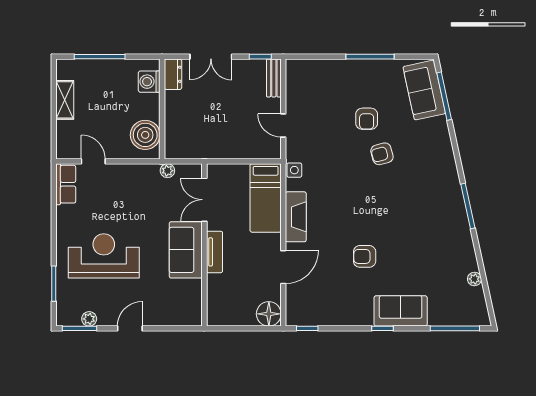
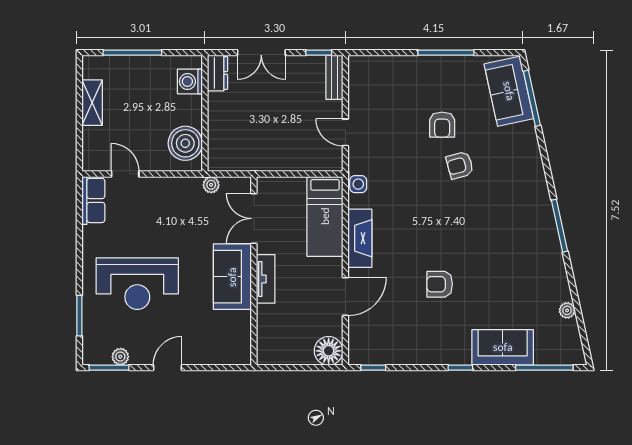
reception desk: (104, 256) -> (137, 284), turned 180
sofa: (401, 311) -> (503, 347), moved

